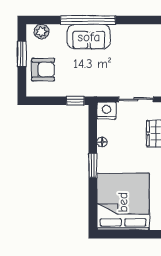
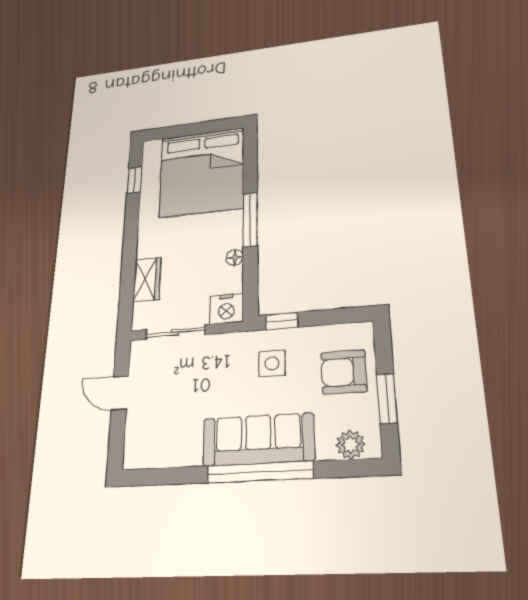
sofa: (89, 37) -> (258, 440), width x1.36
side table: (81, 77) -> (272, 363), added
window: (93, 165) -> (250, 220), width x1.44

